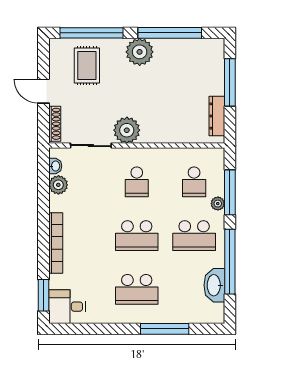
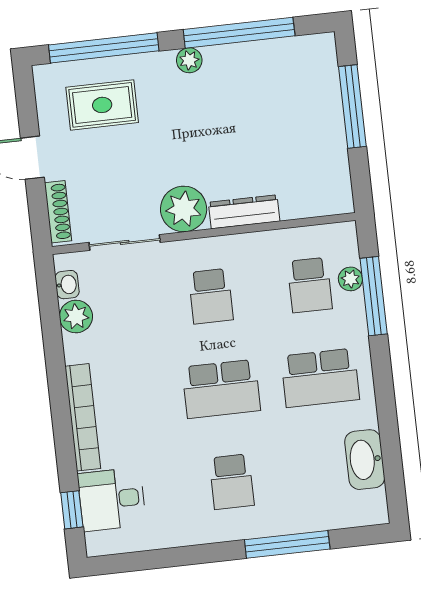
plant: (140, 52) -> (189, 60), width x0.53, depth x0.53
rug: (87, 65) -> (102, 105), turned 90
dresser: (217, 116) -> (244, 212), moved, turned 90
plant: (218, 204) -> (350, 279), moved
window: (230, 262) -> (387, 416), removed
school desk: (137, 289) -> (232, 482), width x0.54
window: (44, 295) -> (72, 510), width x0.67
desk: (67, 307) -> (112, 499), moved

